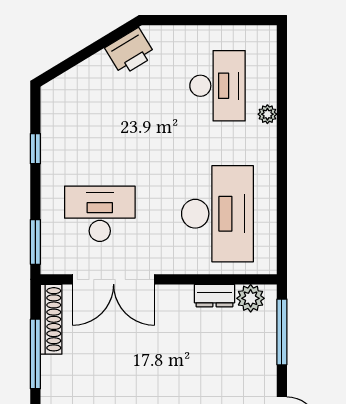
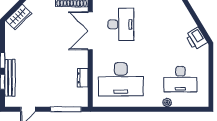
plant: (251, 298) -> (81, 95), removed

